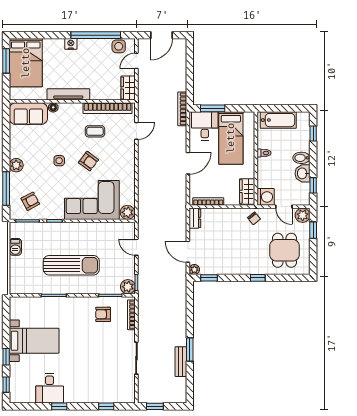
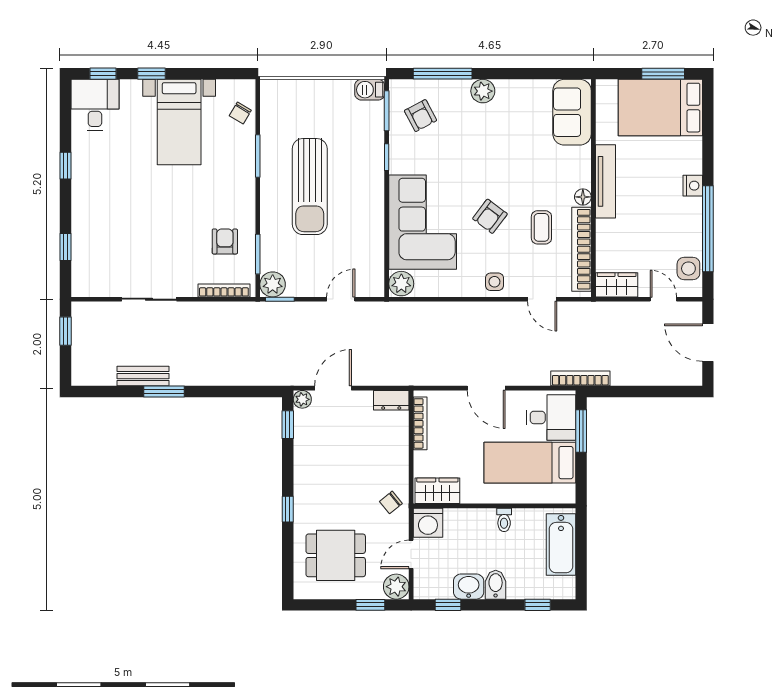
floor lamp: (53, 107) -> (583, 197), moved
side table: (59, 161) -> (494, 282), moved
barbecue: (15, 247) -> (370, 90), moved
chair: (29, 305) -> (240, 113), added
desk: (50, 388) -> (95, 105), moved, turned 90

